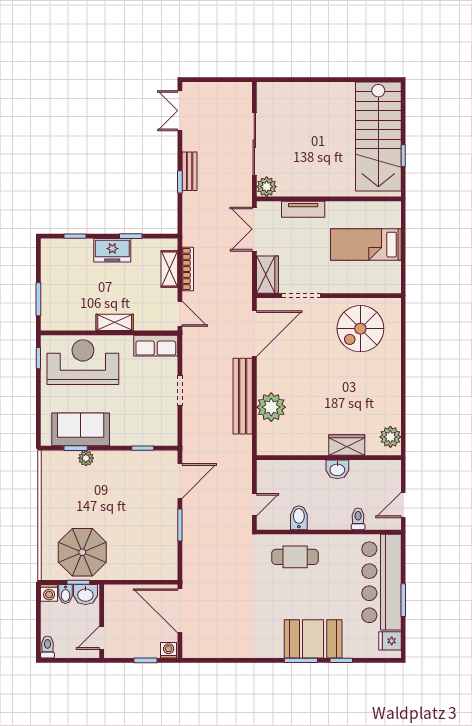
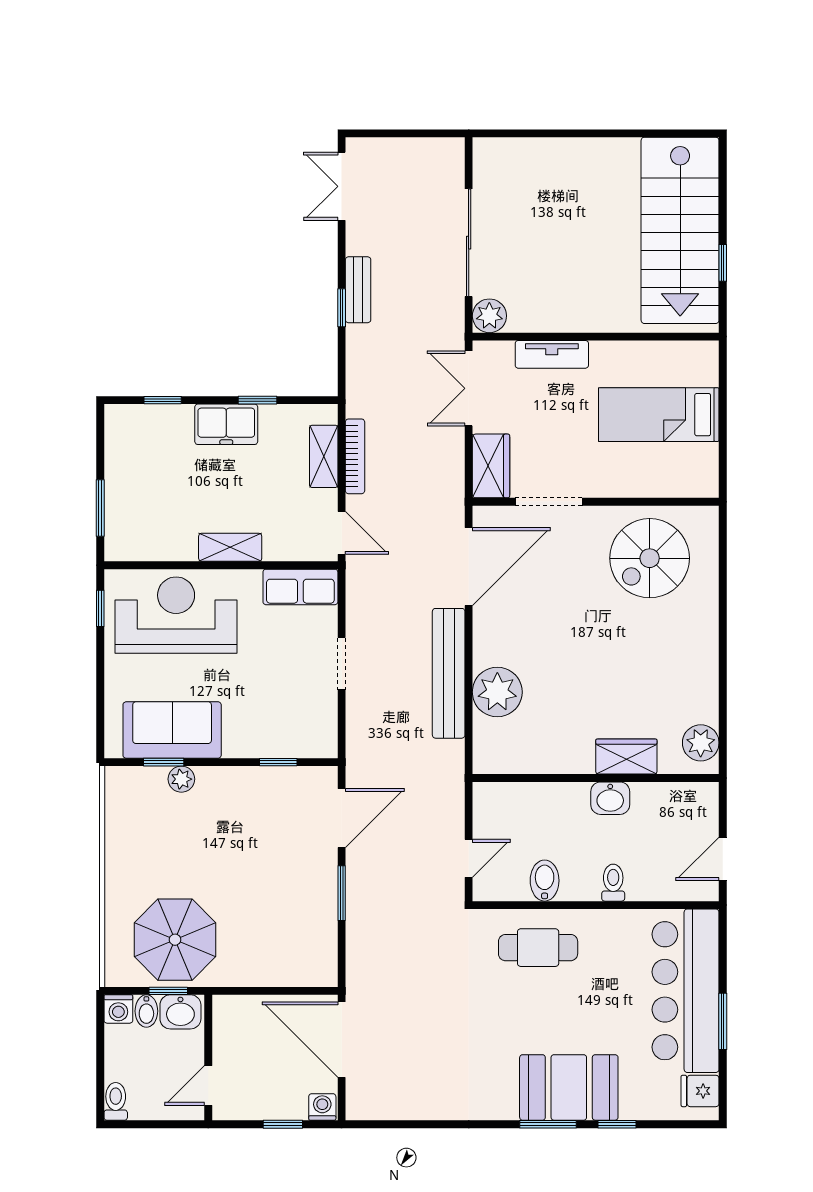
toilet: (358, 519) -> (613, 883), moved

